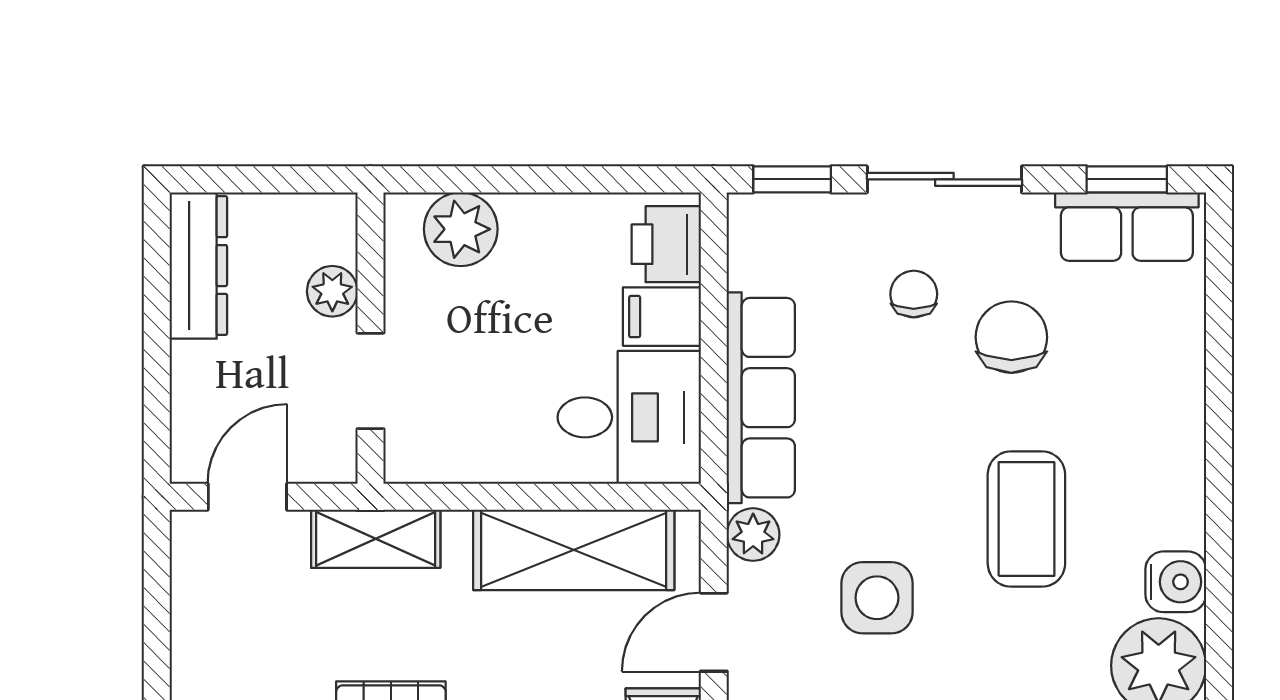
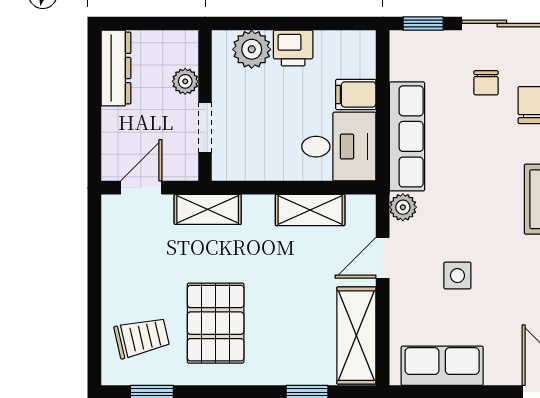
printer: (666, 244) -> (293, 48), moved, turned -90
chair: (914, 294) -> (486, 83), turned 180
shelving: (574, 550) -> (310, 210), width x0.67, depth x0.75
side table: (877, 598) -> (457, 276), moved, width x0.73, depth x0.73

